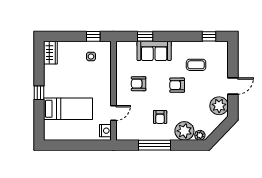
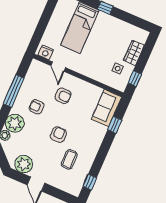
sofa: (154, 51) -> (106, 108), moved
wardrobe: (50, 53) -> (134, 53), moved, turned 90
armchair: (139, 84) -> (63, 96), moved, turned 90

